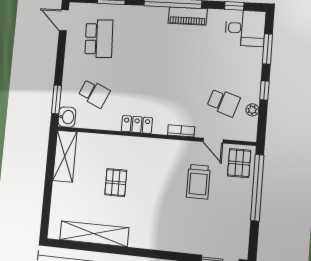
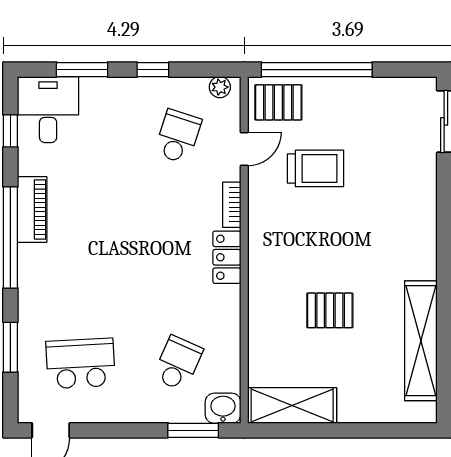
plant: (252, 110) -> (220, 87), moved
locker: (137, 125) -> (227, 257), moved

